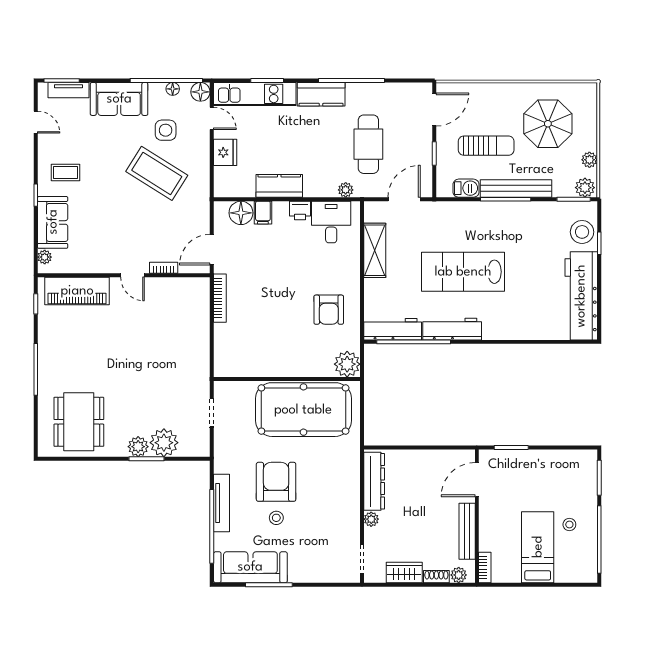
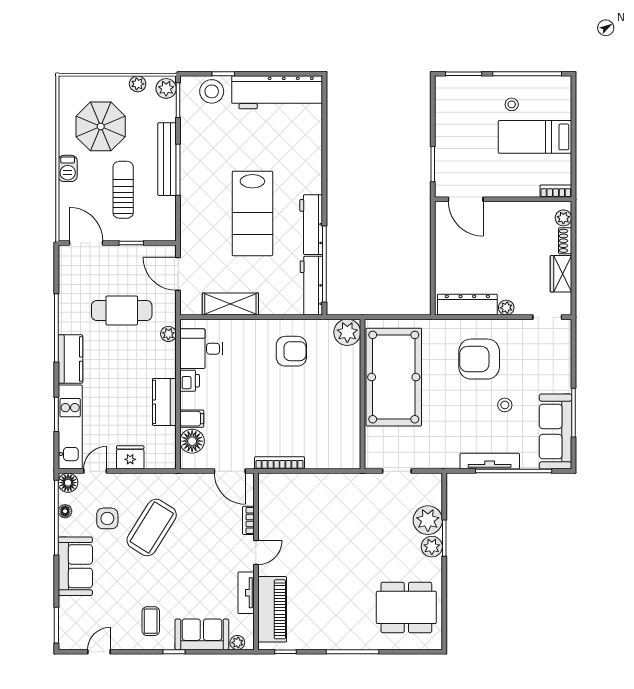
tv unit: (68, 90) -> (246, 593), moved, turned 180
barbecue: (466, 188) -> (68, 168), moved, turned 180
armchair: (276, 482) -> (479, 359), moved
bench: (467, 531) -> (519, 209), removed

